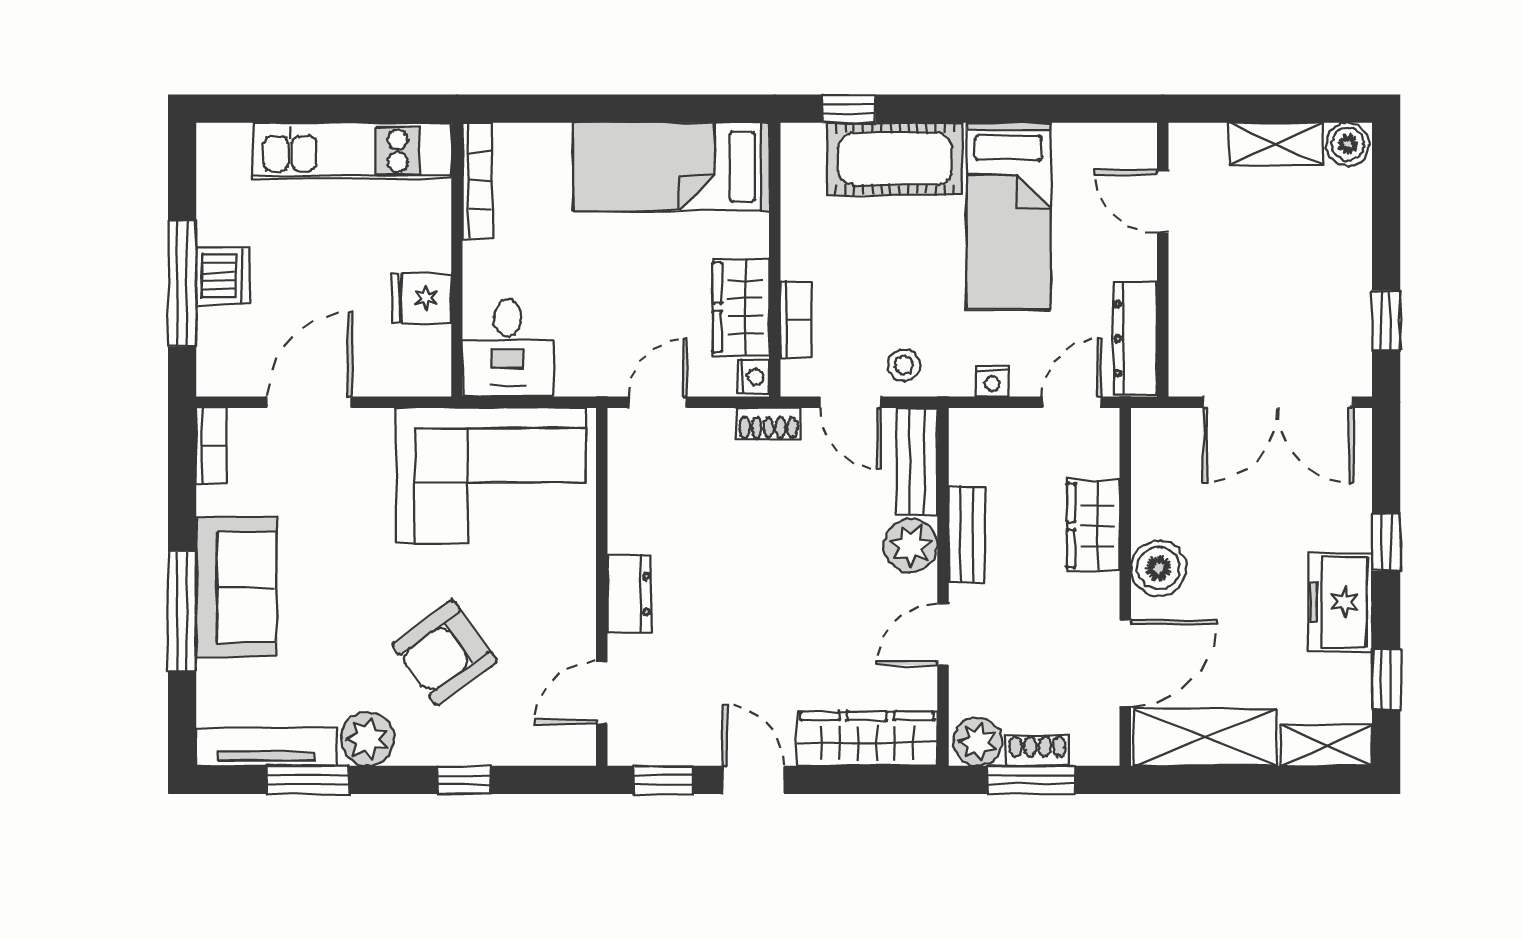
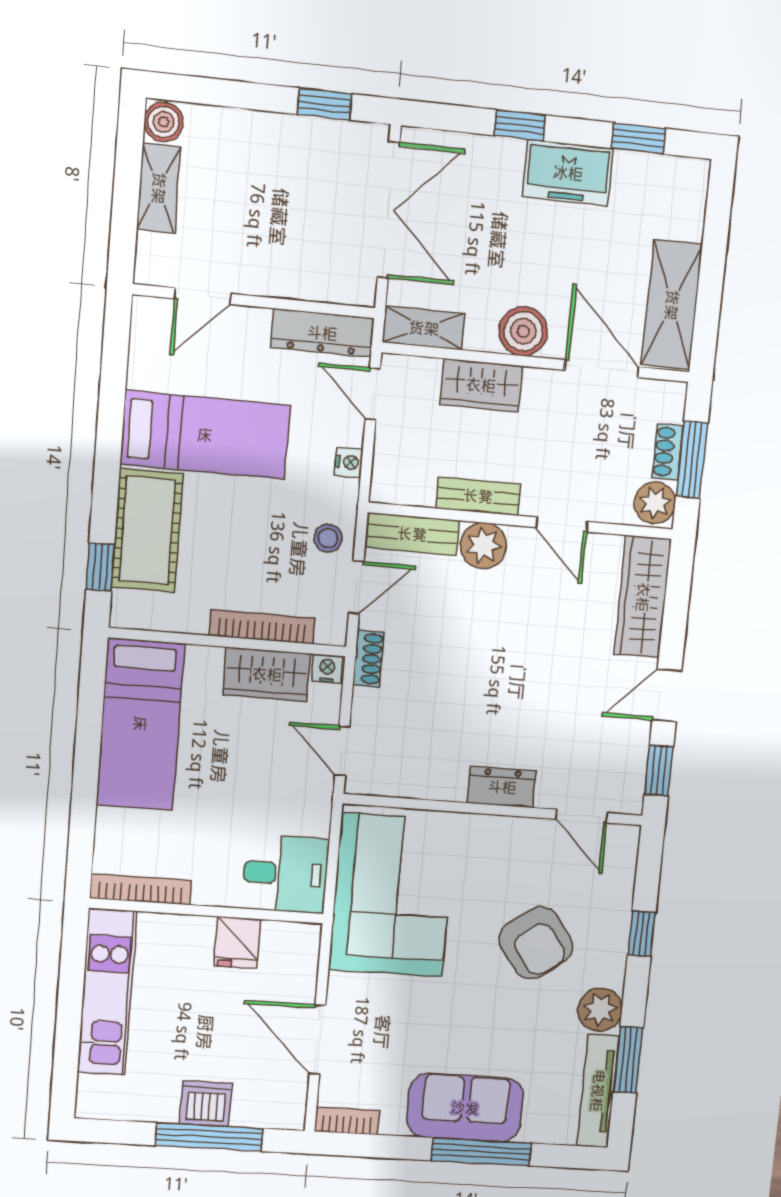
bookcase: (796, 319) -> (262, 627), width x1.56
shelving: (1326, 745) -> (424, 328), moved, turned 90

